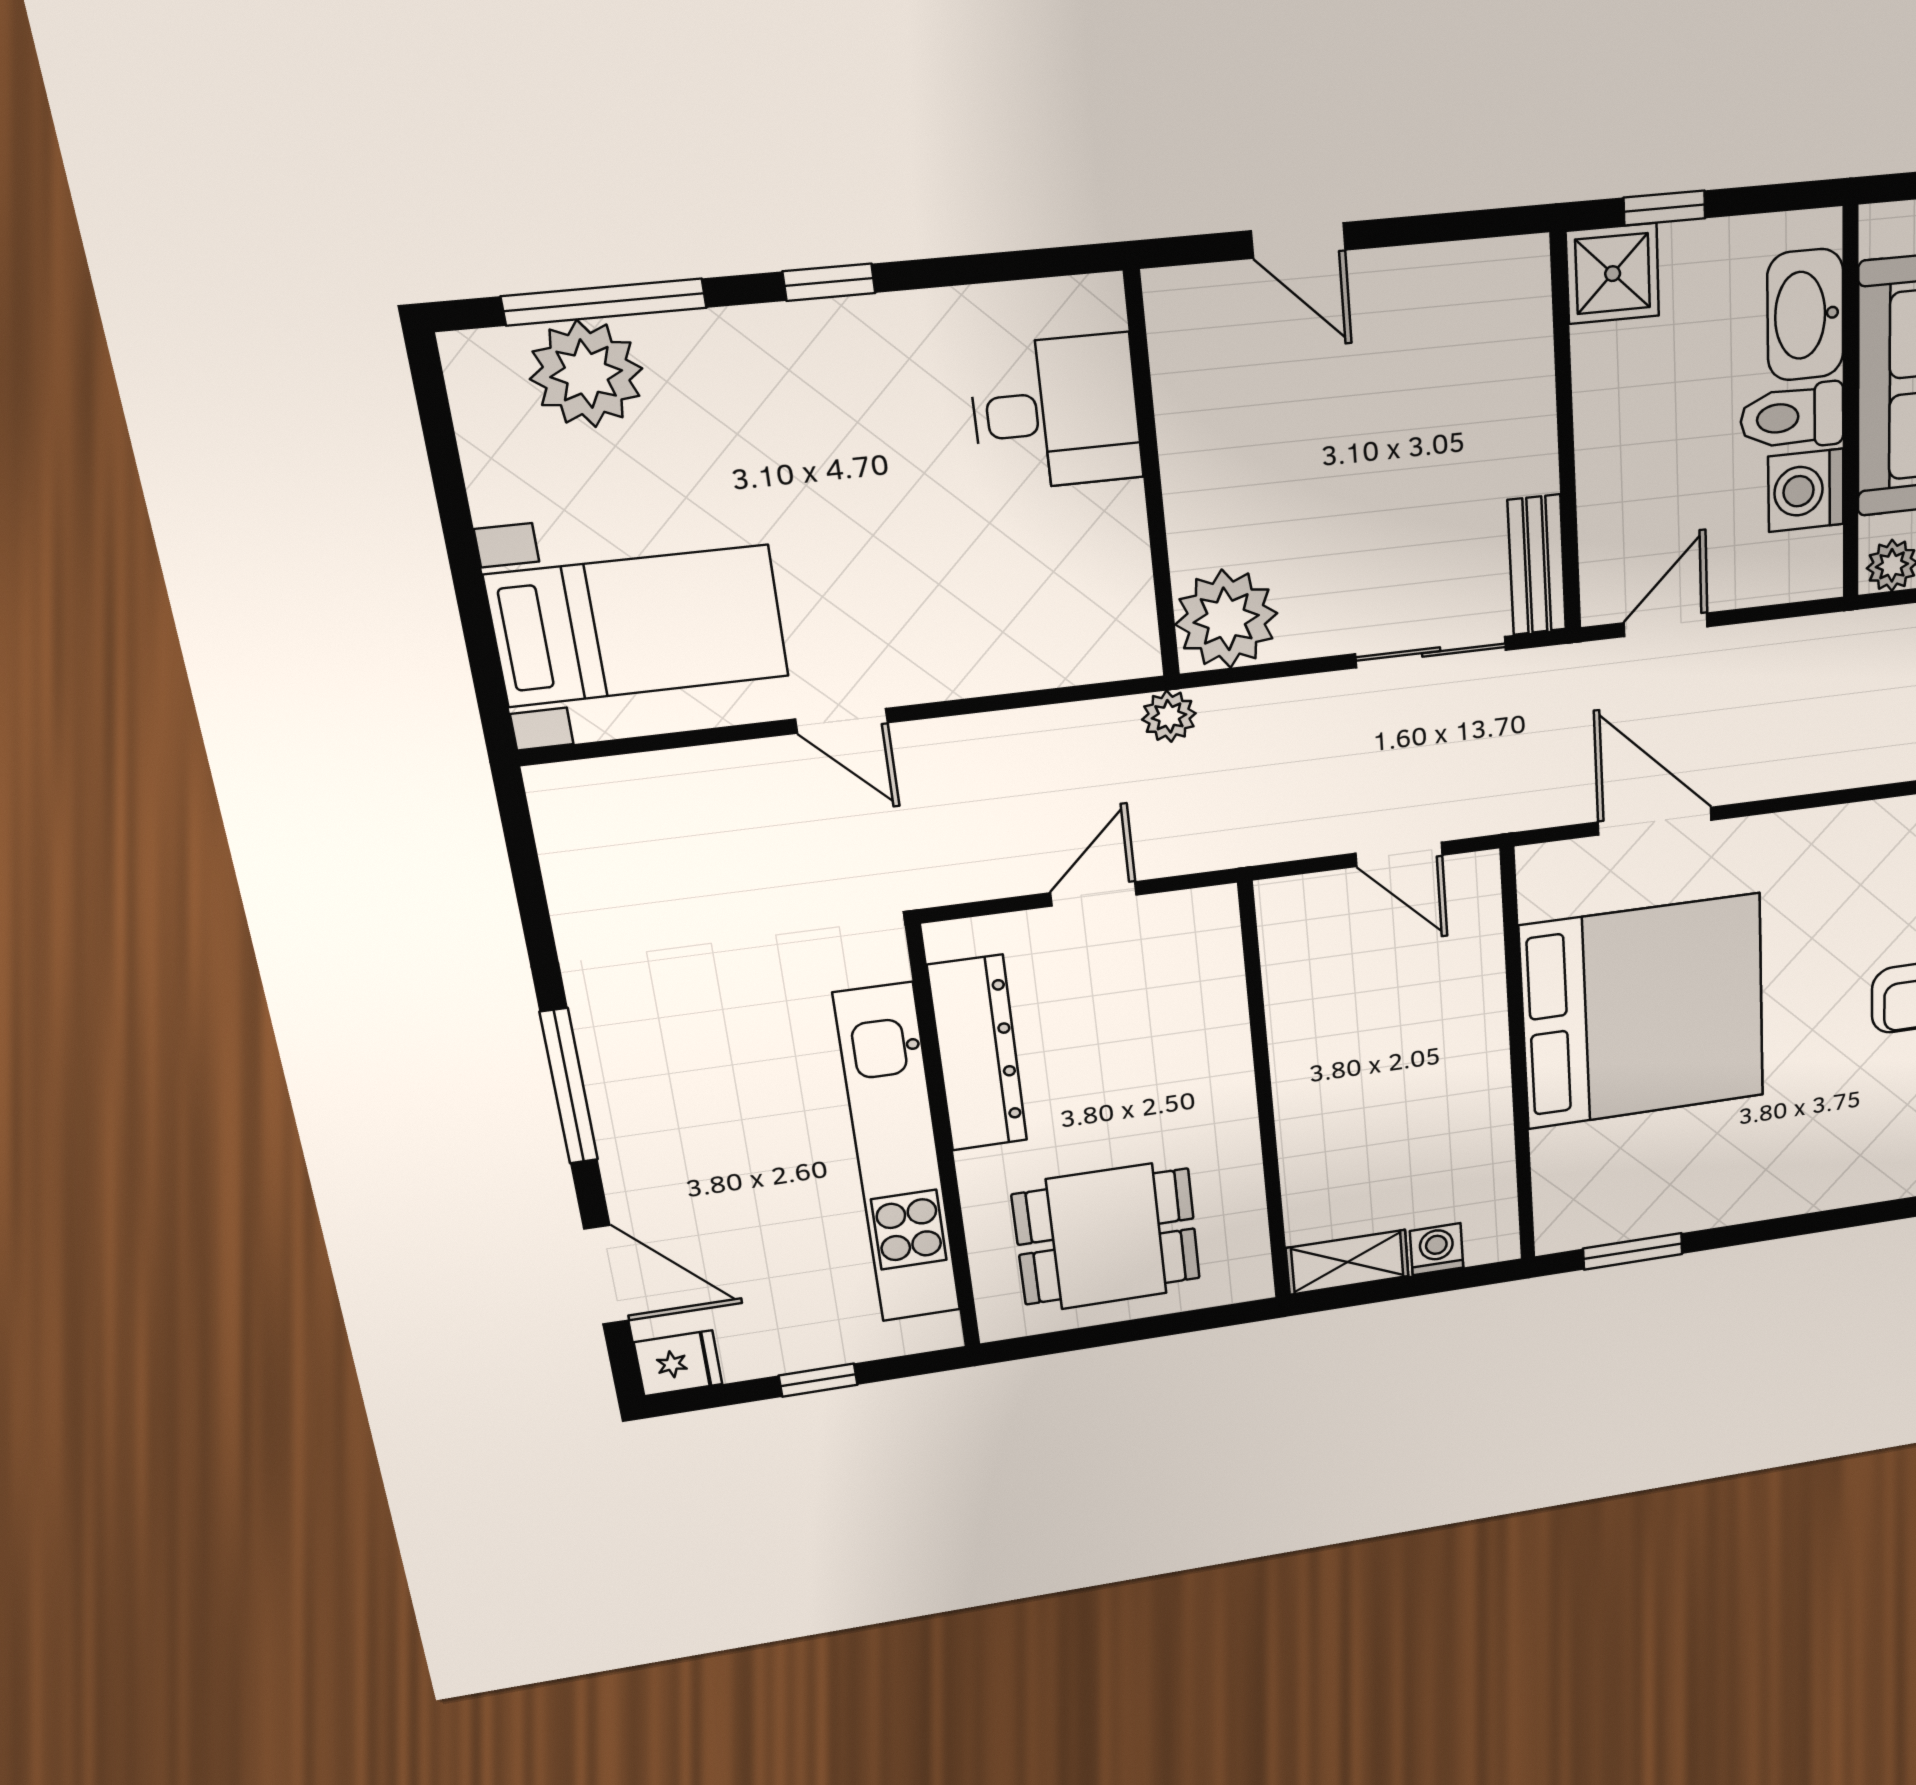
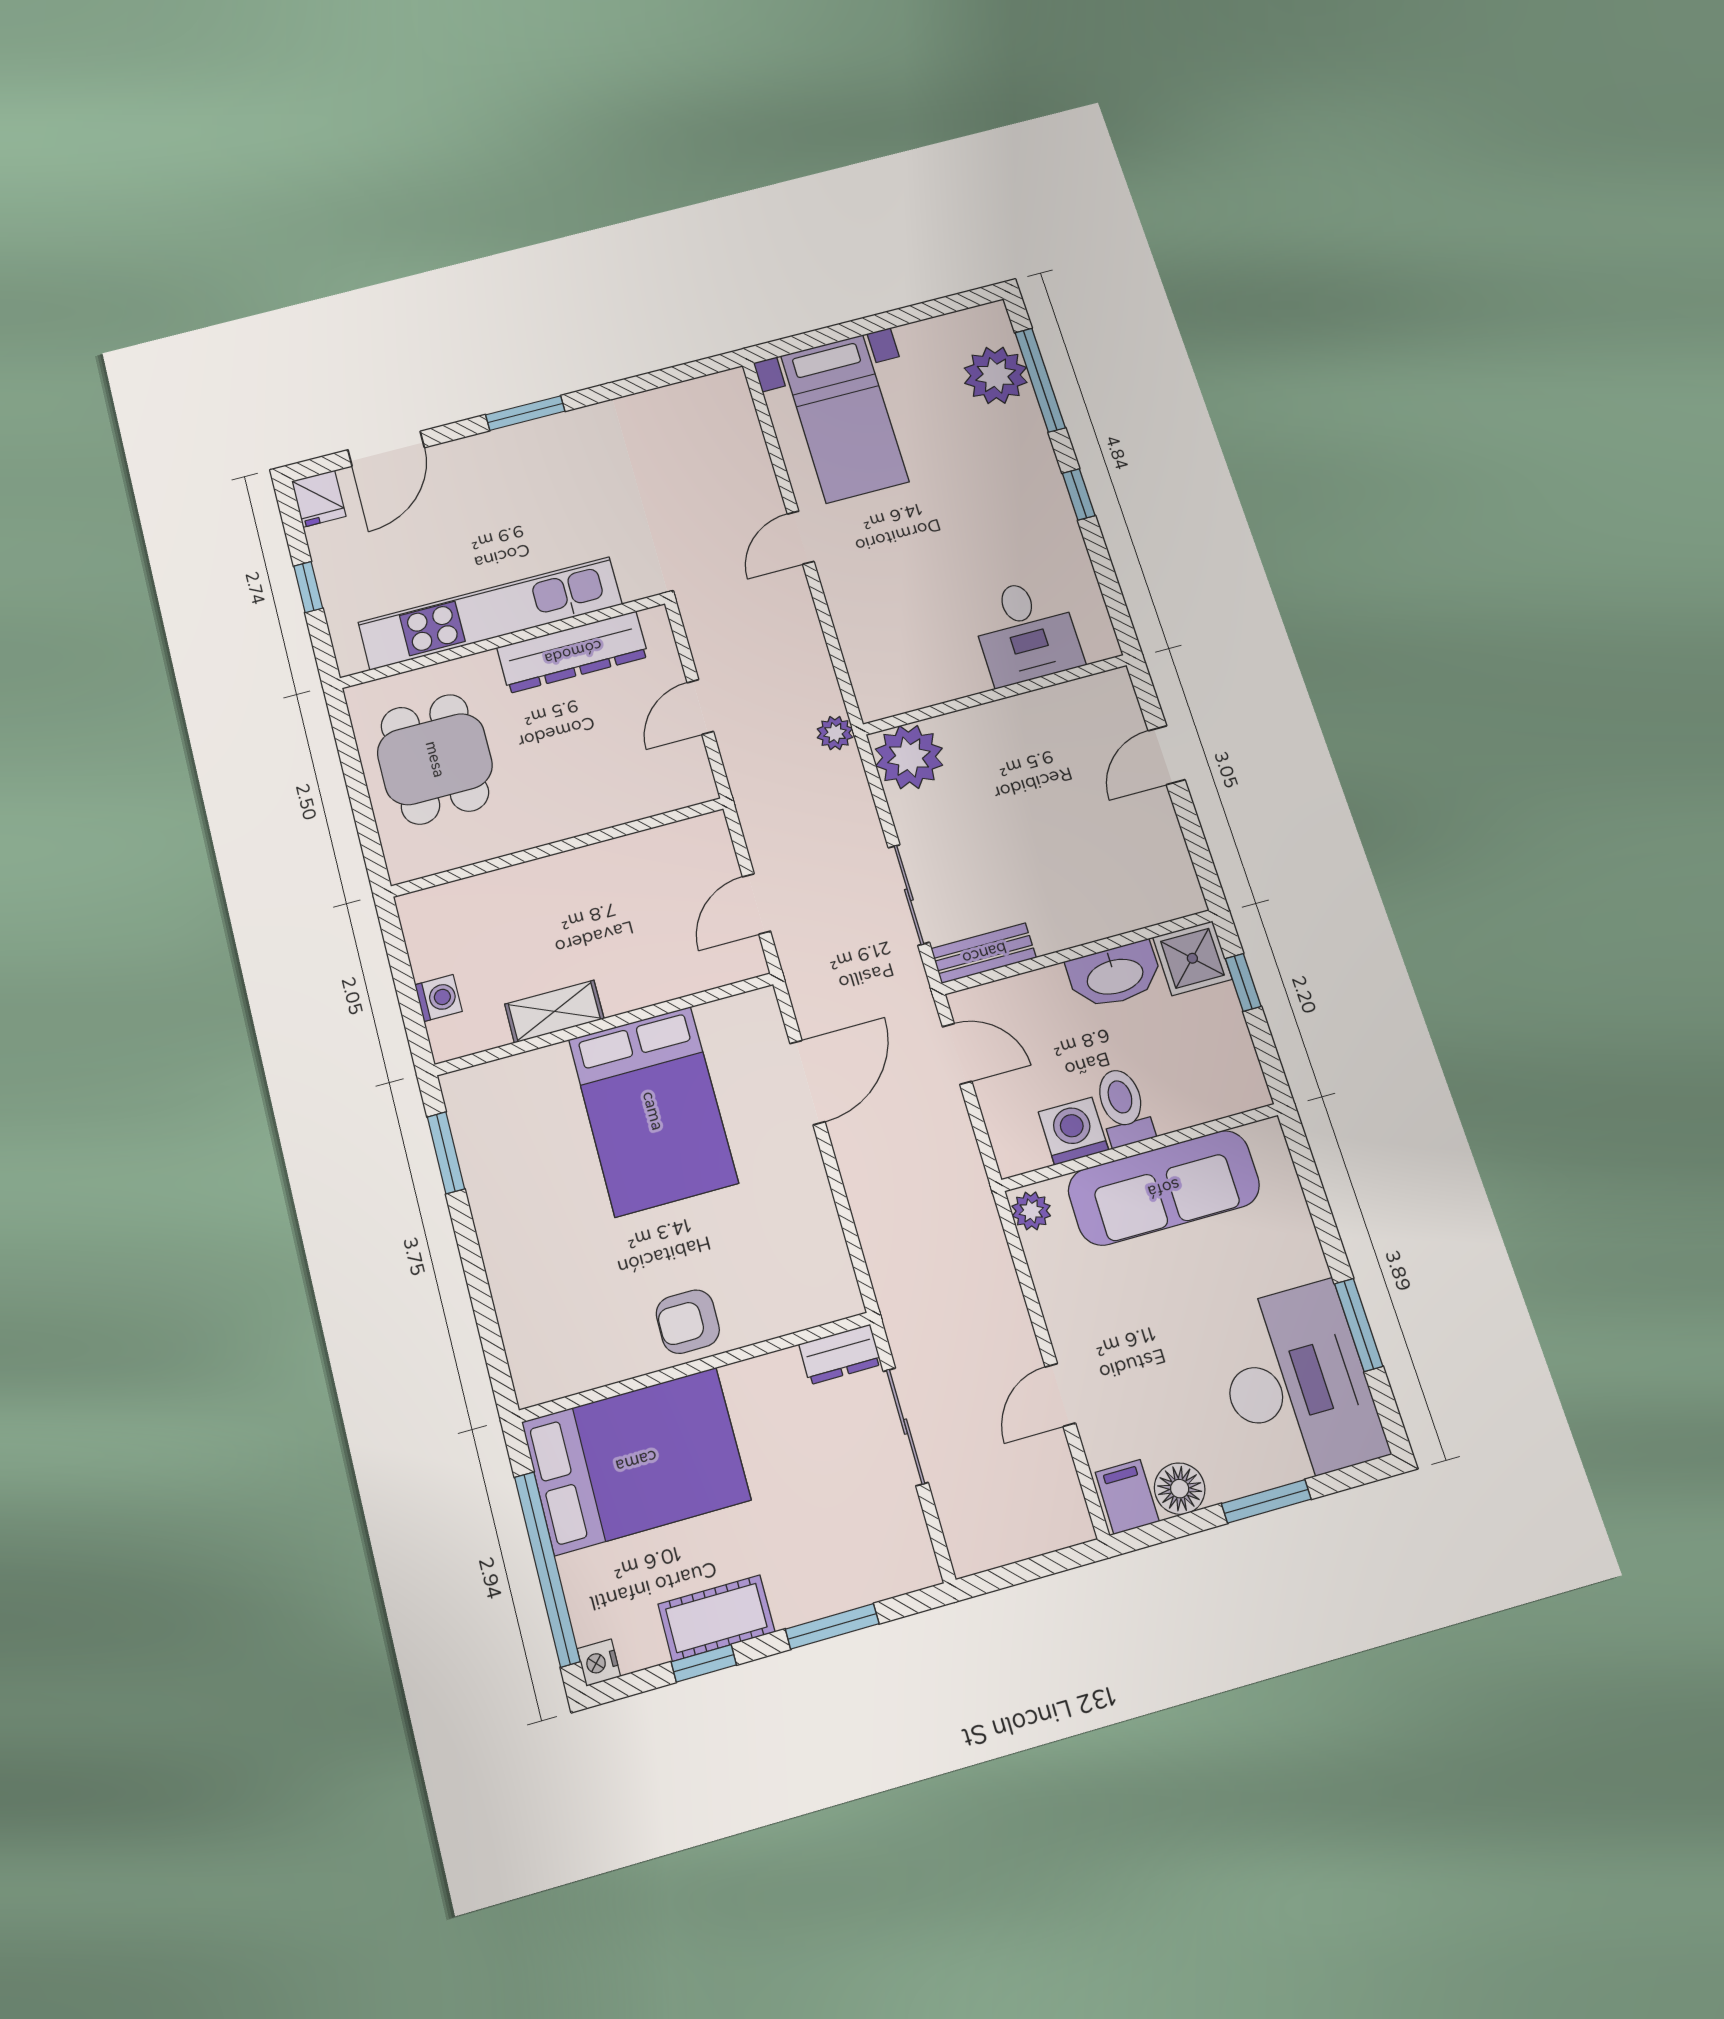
washbasin: (1805, 315) -> (1115, 975), moved, turned 180
door: (1094, 894) -> (700, 707), swing flipped
bed: (1643, 1012) -> (653, 1111), width x0.73
window: (569, 1086) -> (525, 413), width x0.69
shelving: (1347, 1262) -> (554, 1011), moved, turned 90

